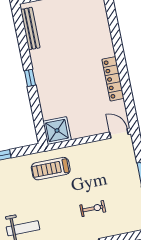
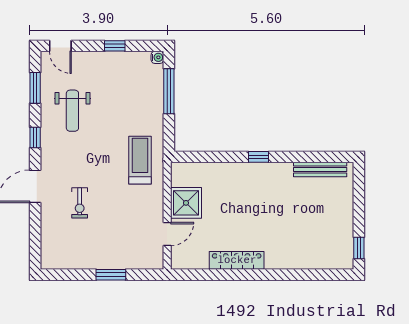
shower: (57, 131) -> (186, 203), moved
door: (119, 133) -> (167, 234), moved

